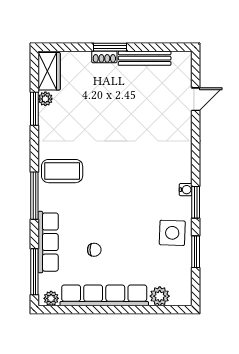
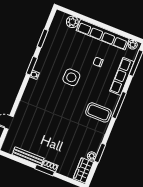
side table: (172, 233) -> (71, 77), moved

